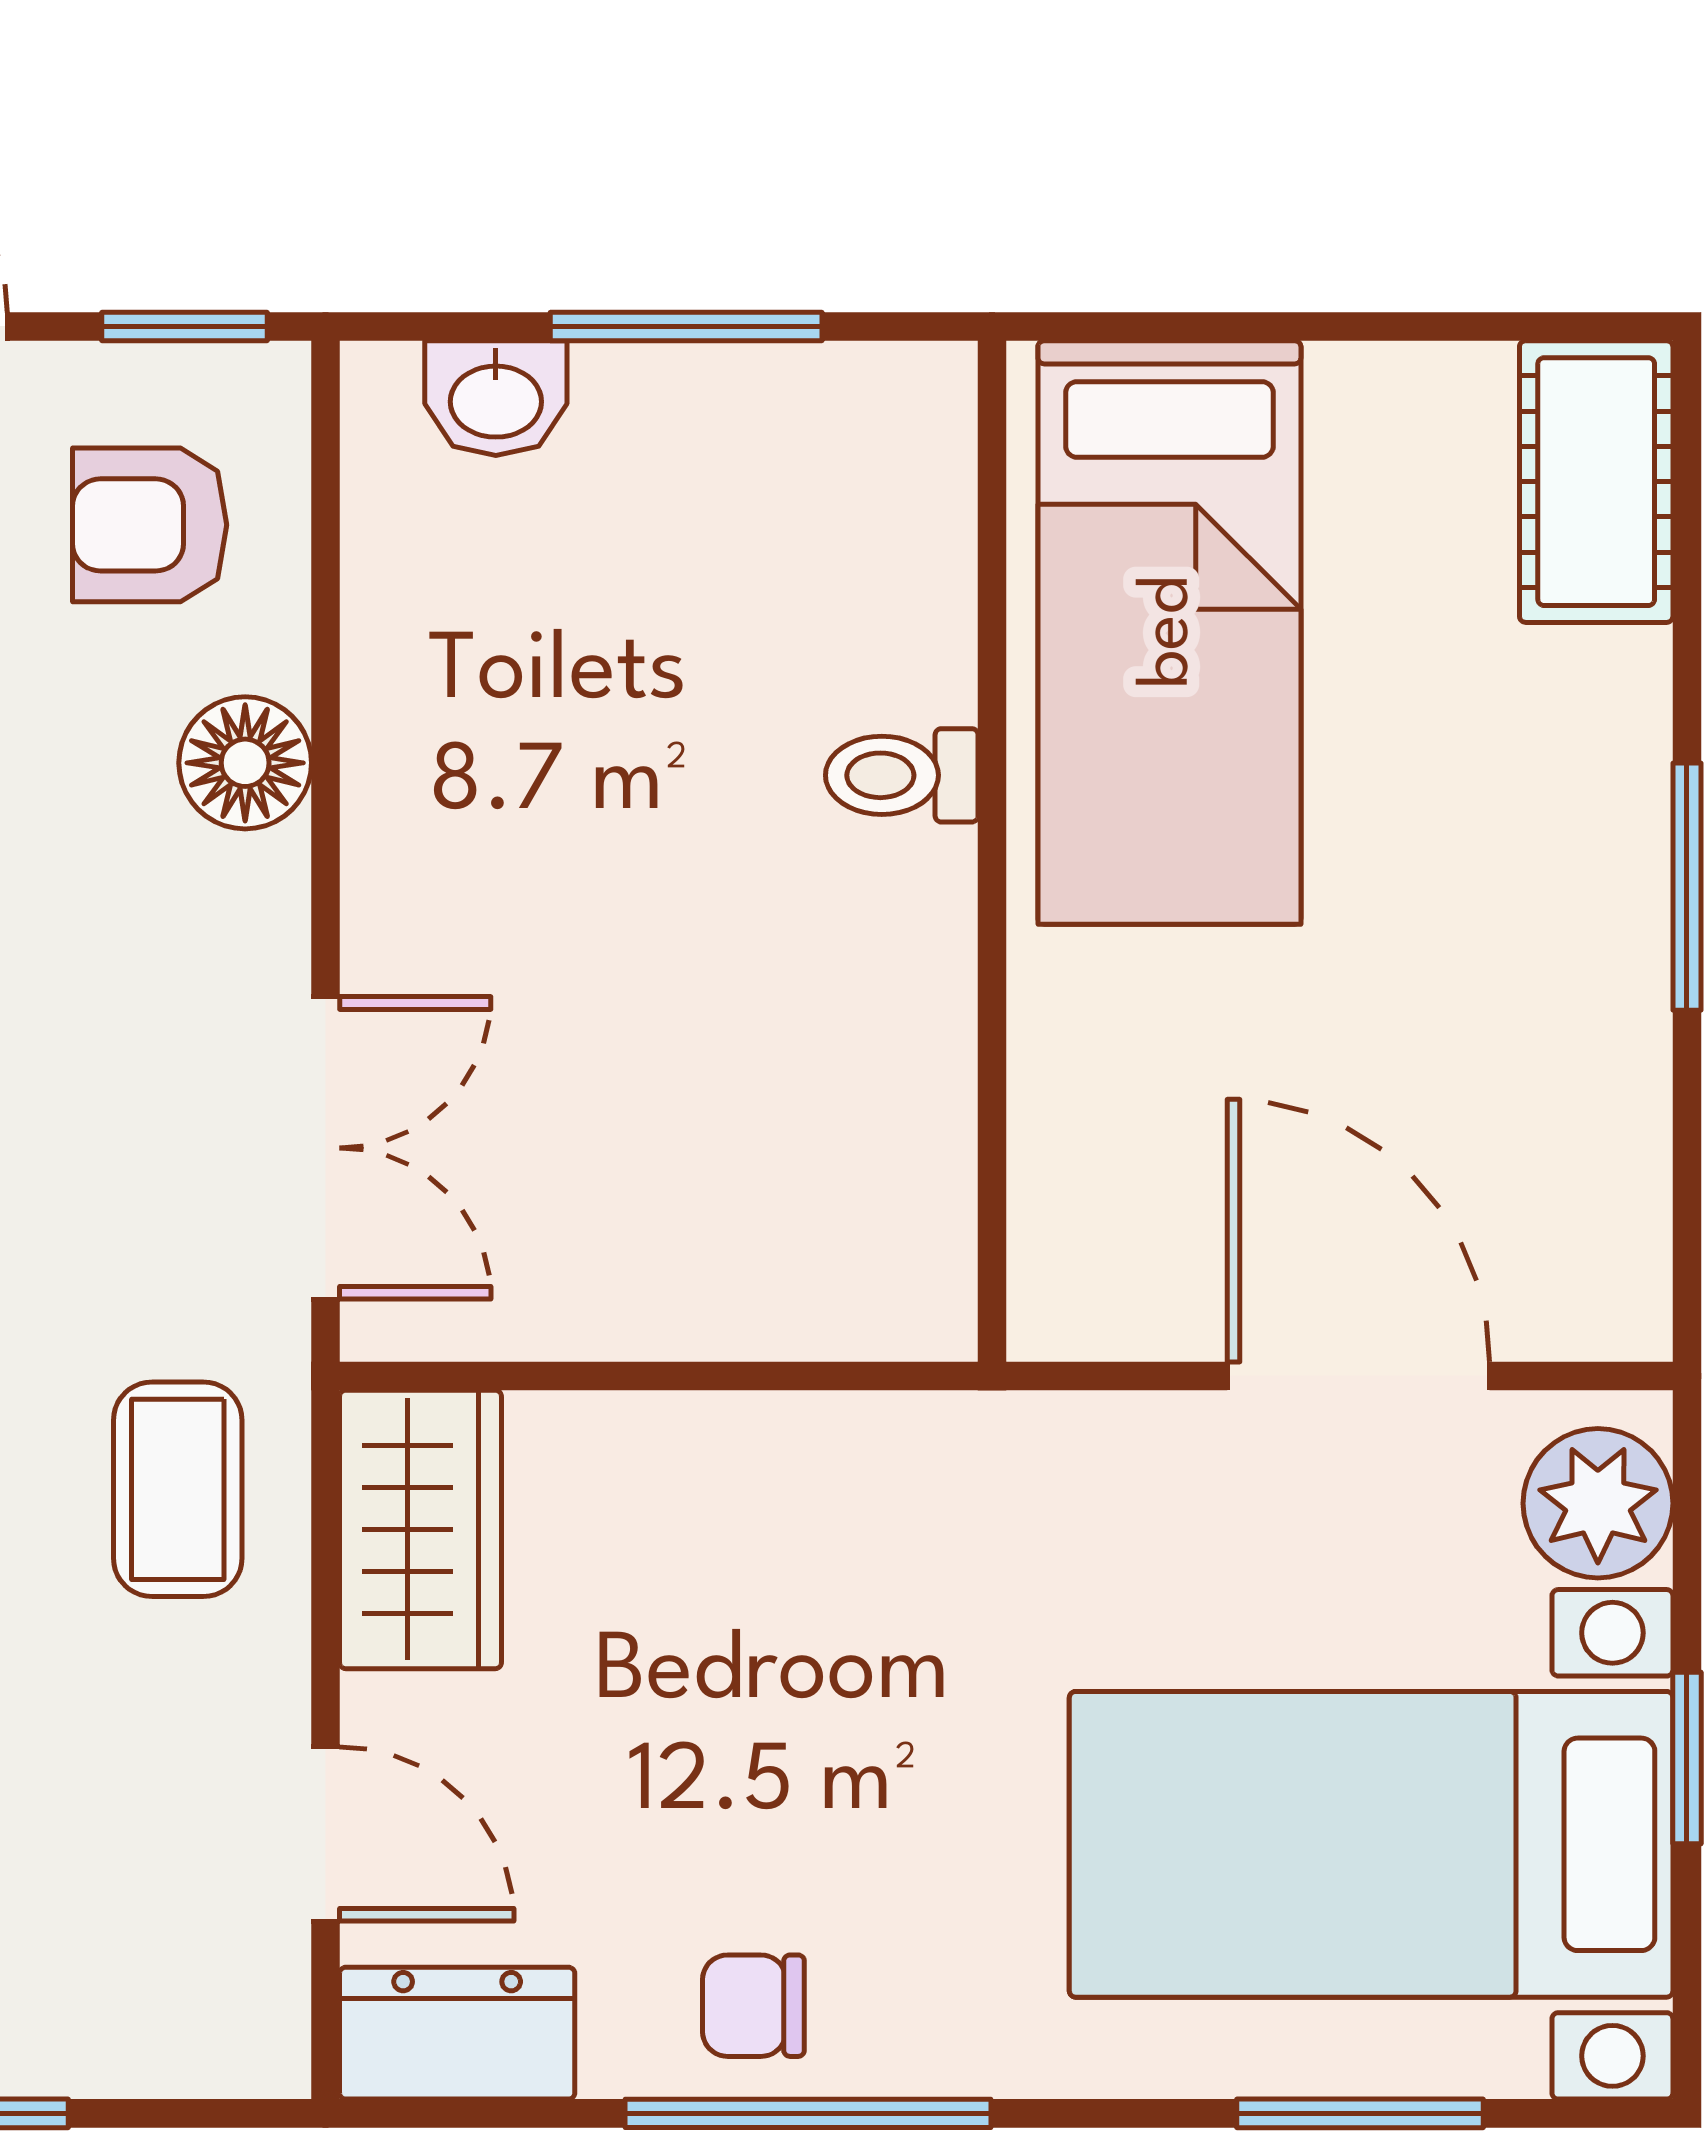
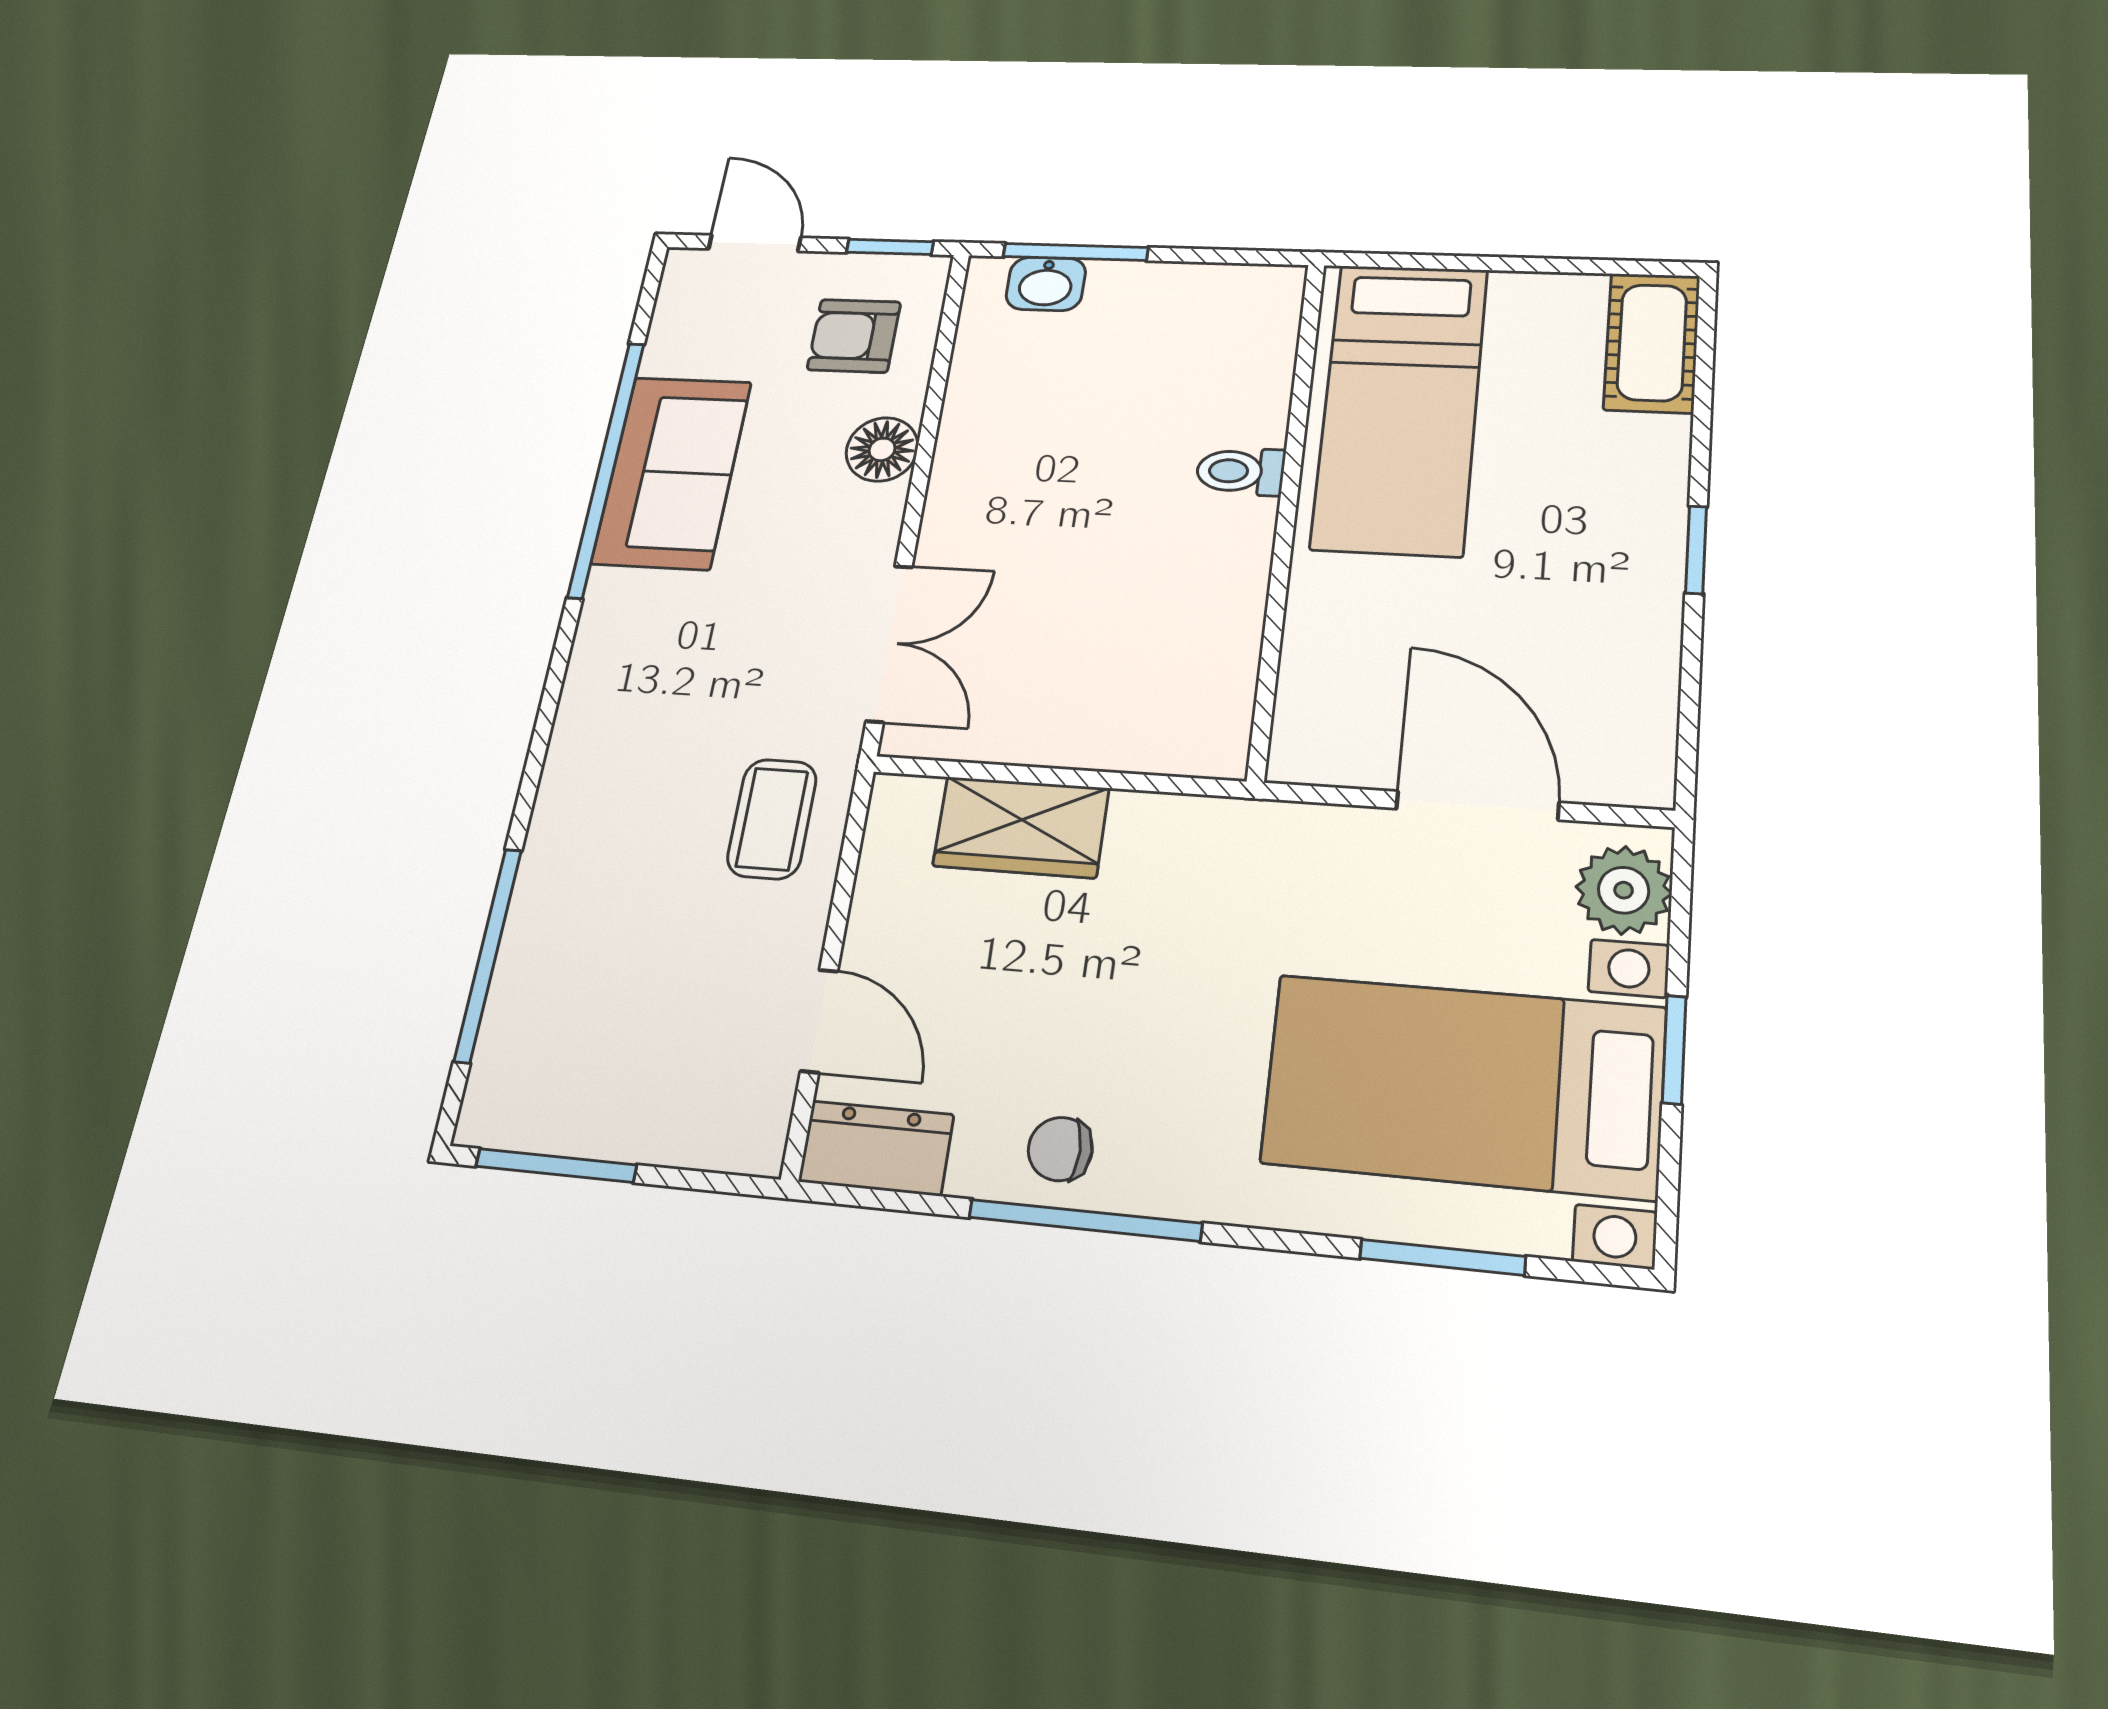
window: (686, 326) -> (1075, 252), moved
window: (1687, 887) -> (1696, 550), width x0.67
wardrobe: (421, 1529) -> (1021, 827), moved, turned 90

